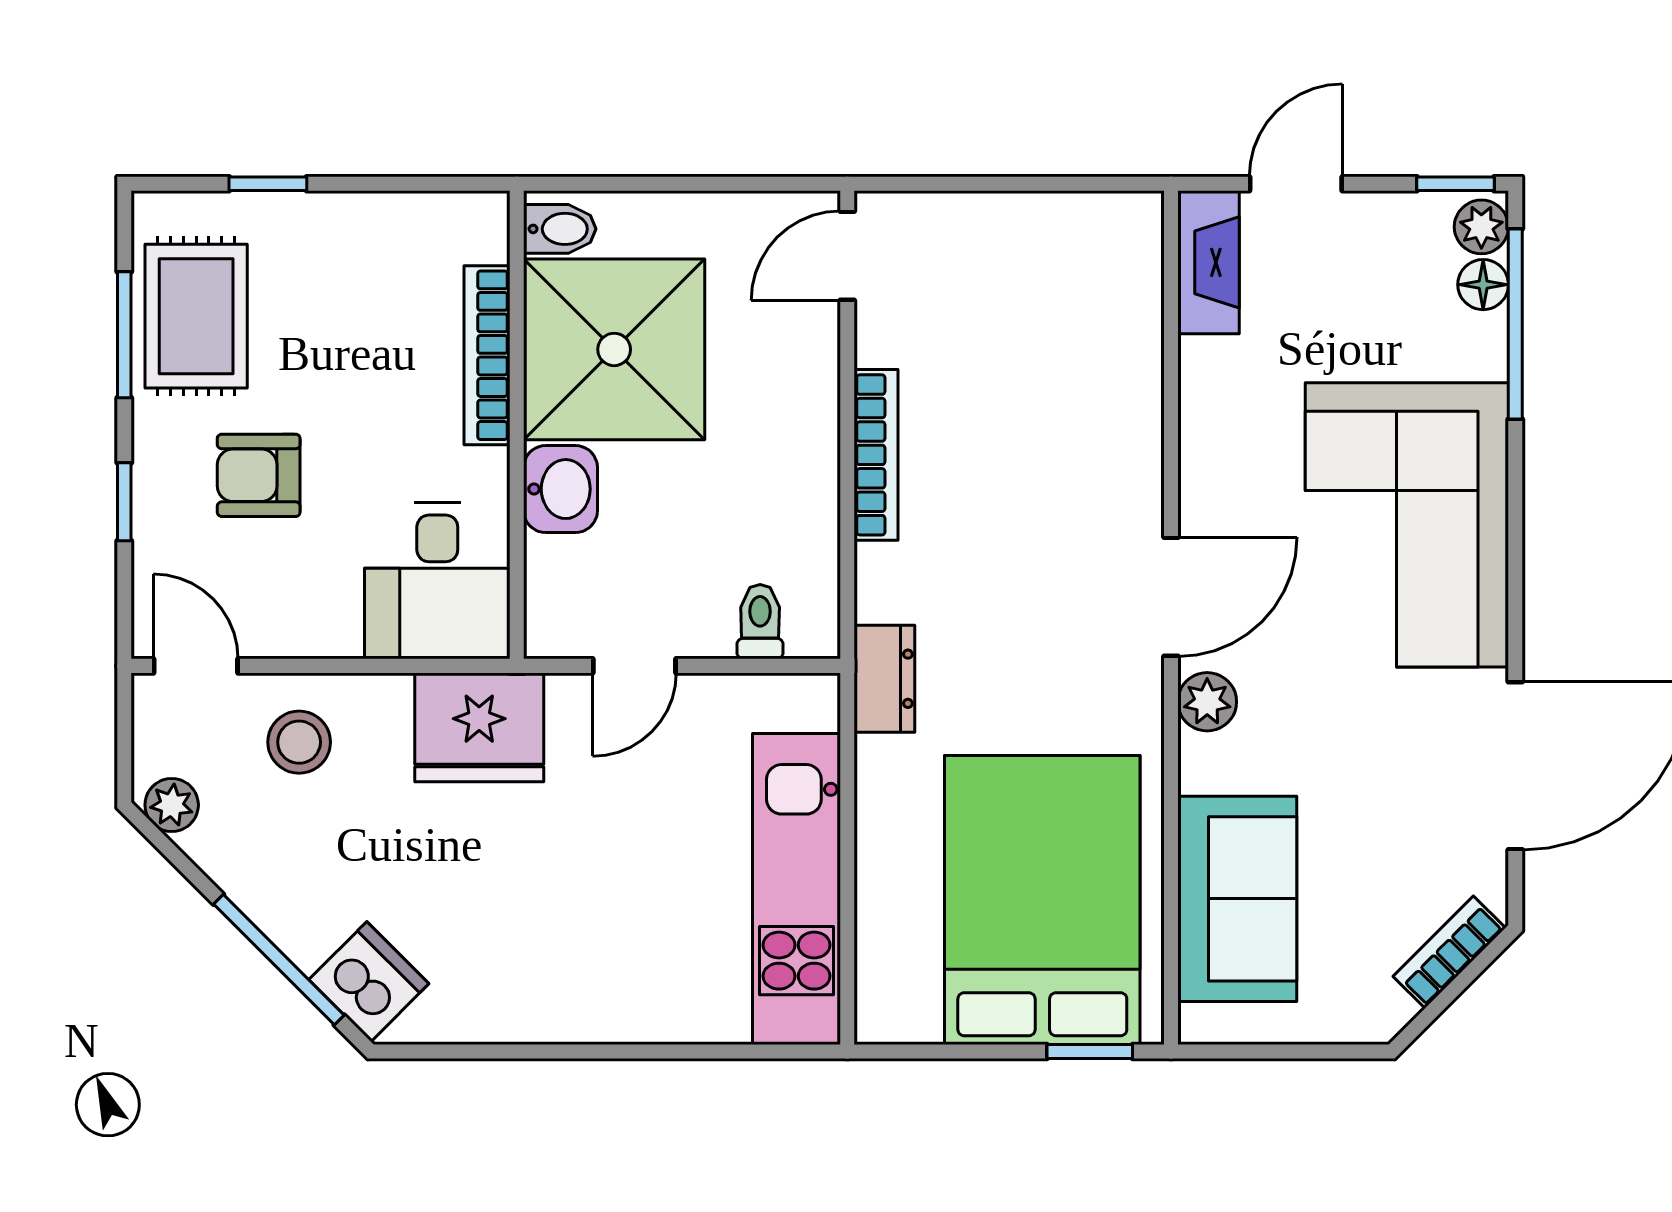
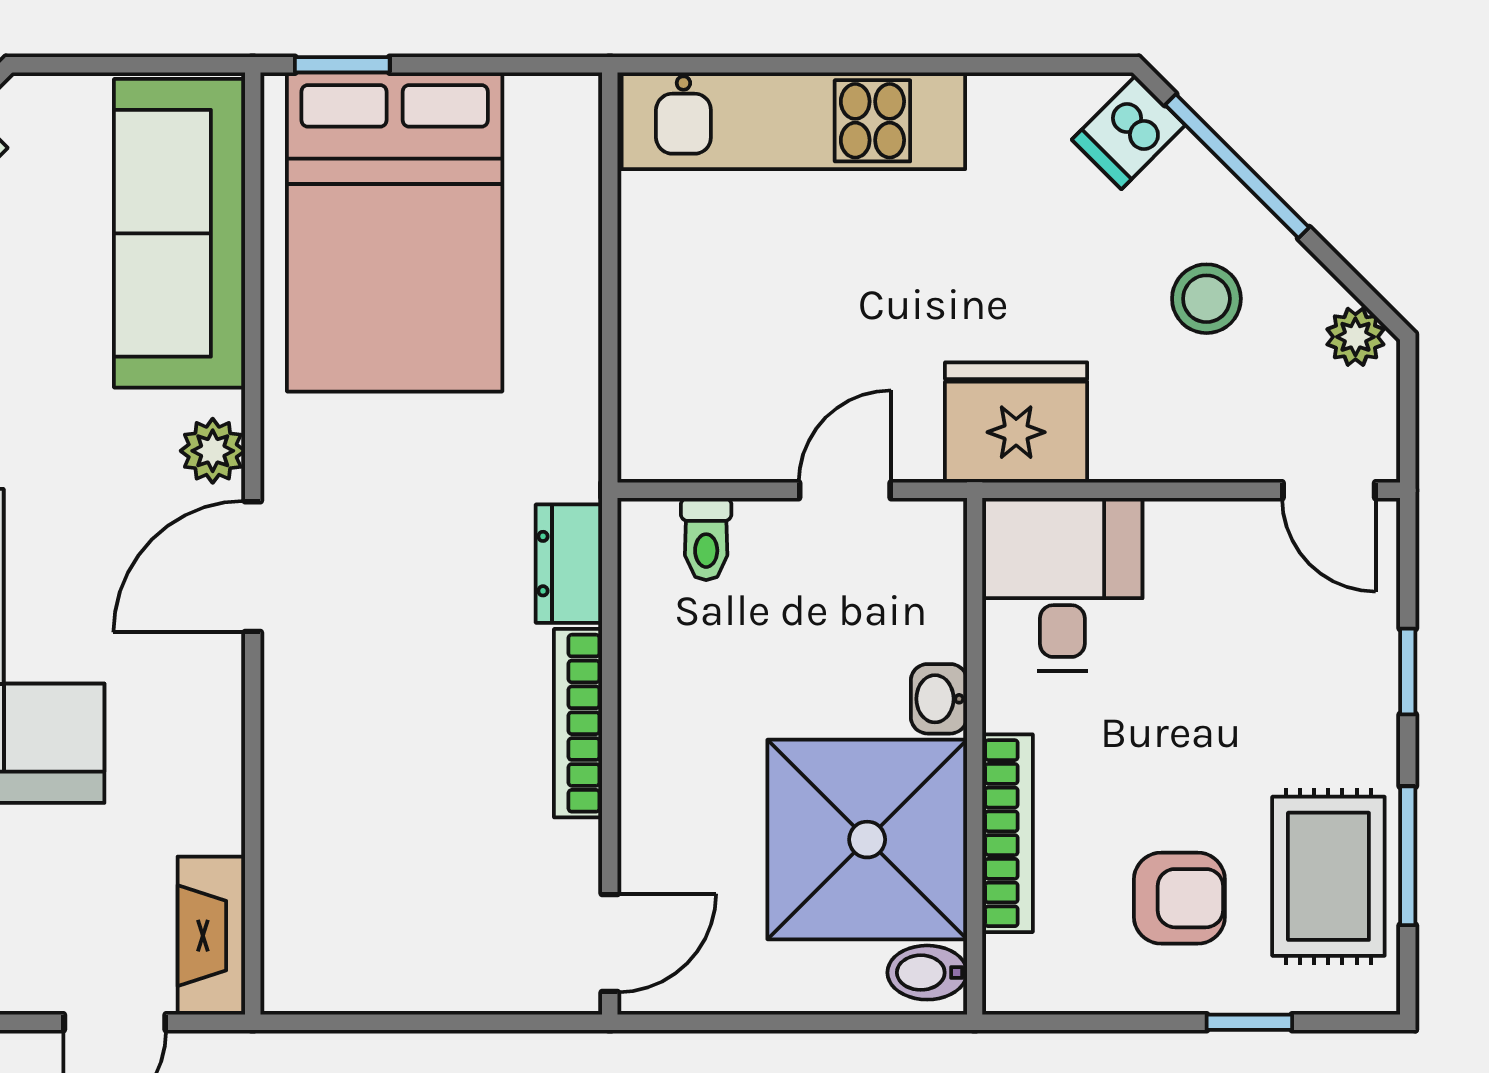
armchair: (259, 475) -> (1179, 898), moved
washbasin: (561, 489) -> (939, 699), width x0.72, depth x0.69
dresser: (884, 679) -> (569, 564), moved
stool: (299, 742) -> (1206, 299), moved
kitchen unit: (797, 889) -> (793, 121), moved, turned 90
sofa: (1237, 899) -> (180, 233), width x1.36
dishwasher: (369, 982) -> (1129, 132), width x0.73

